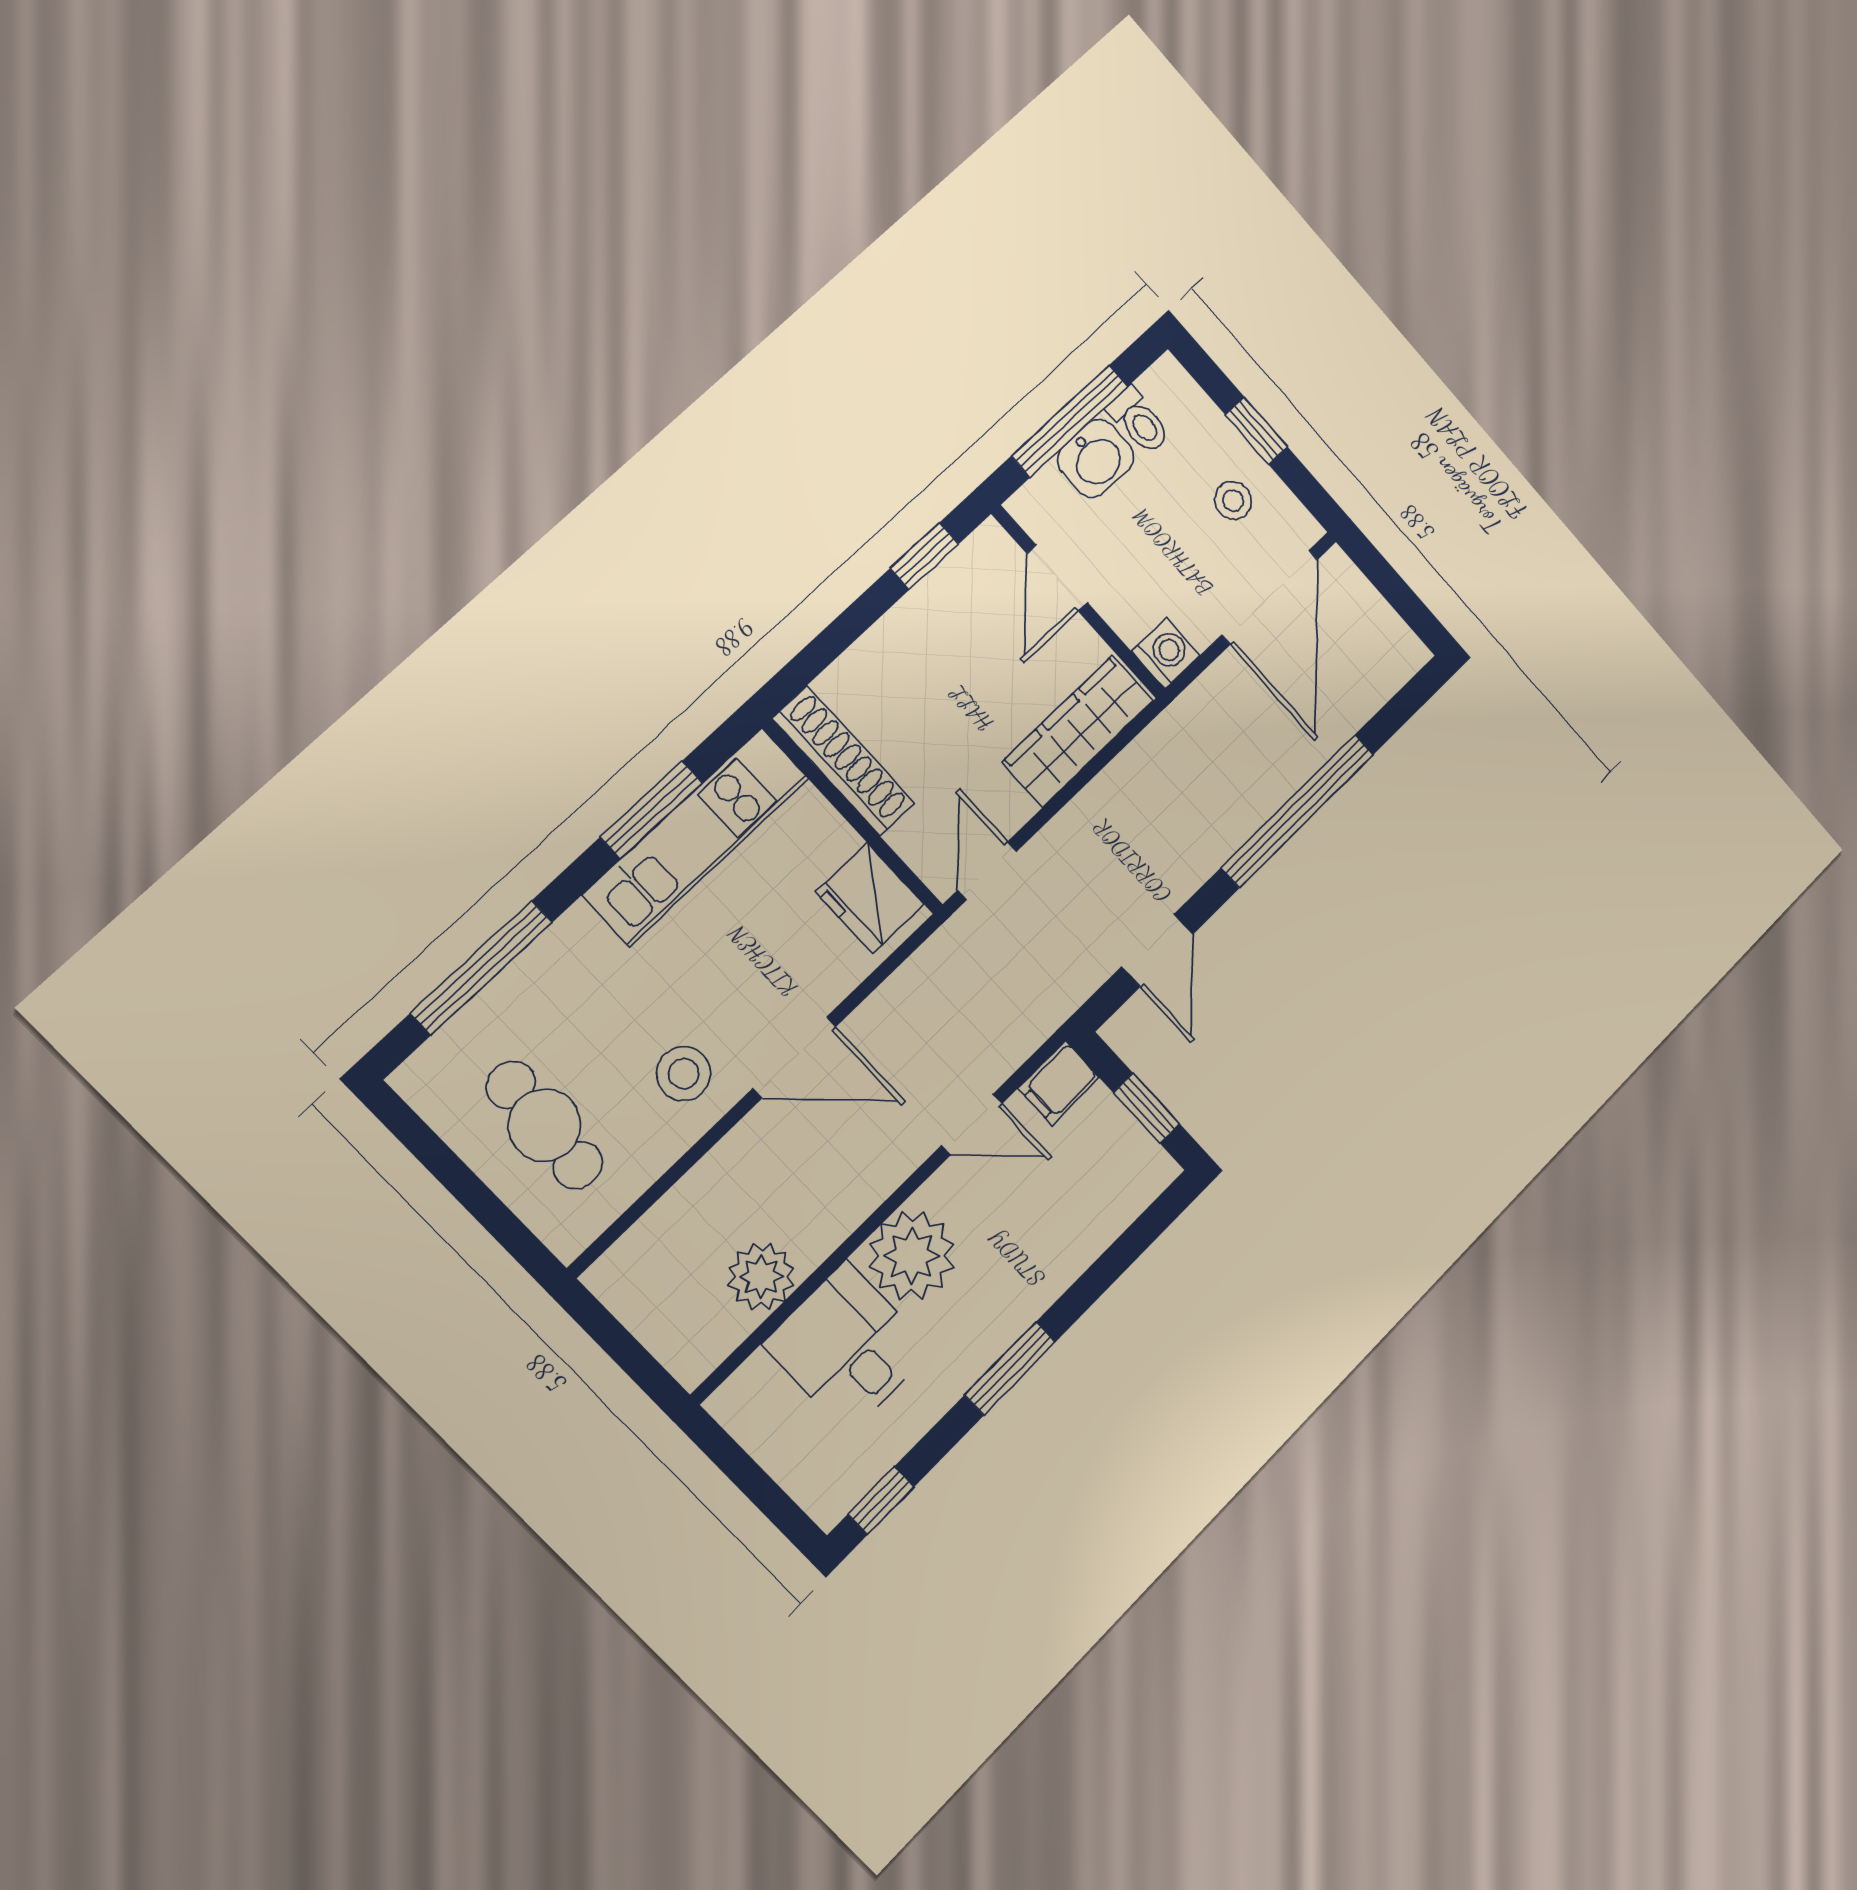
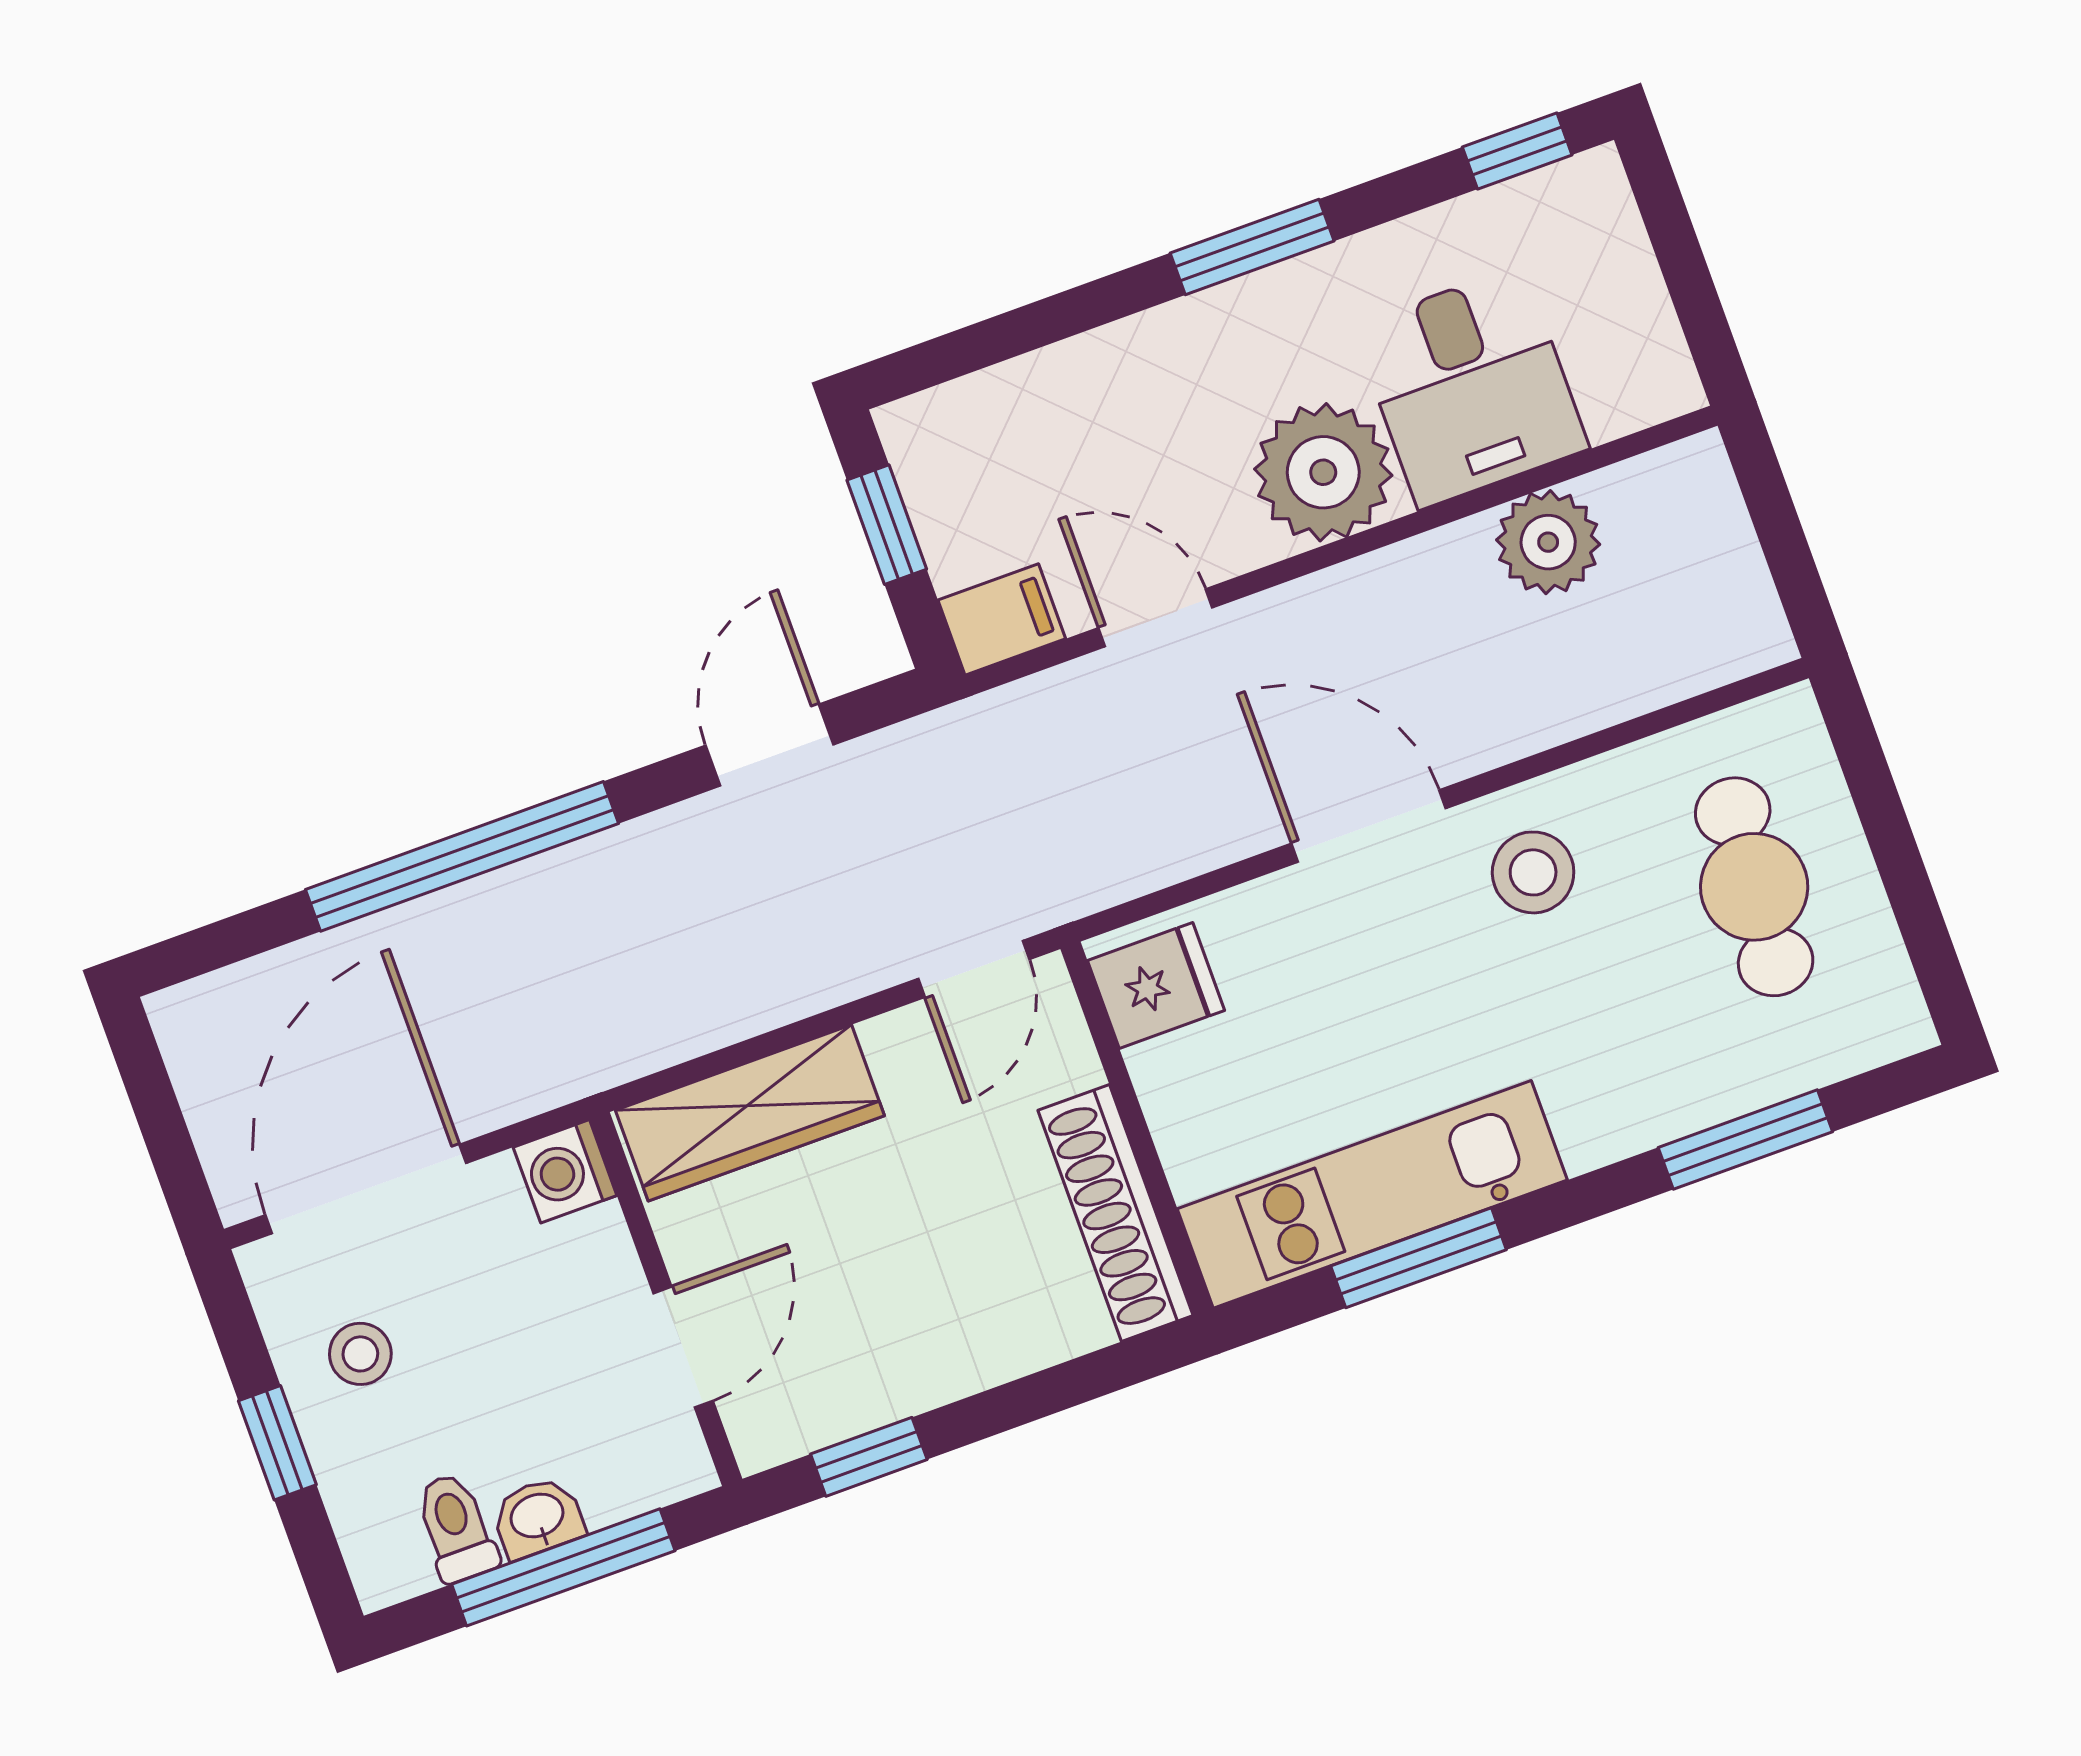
washbasin: (1096, 458) -> (538, 1517), width x0.72, depth x0.69
fridge: (870, 898) -> (1156, 986), width x0.72
window: (482, 968) -> (1745, 1140), width x0.69

